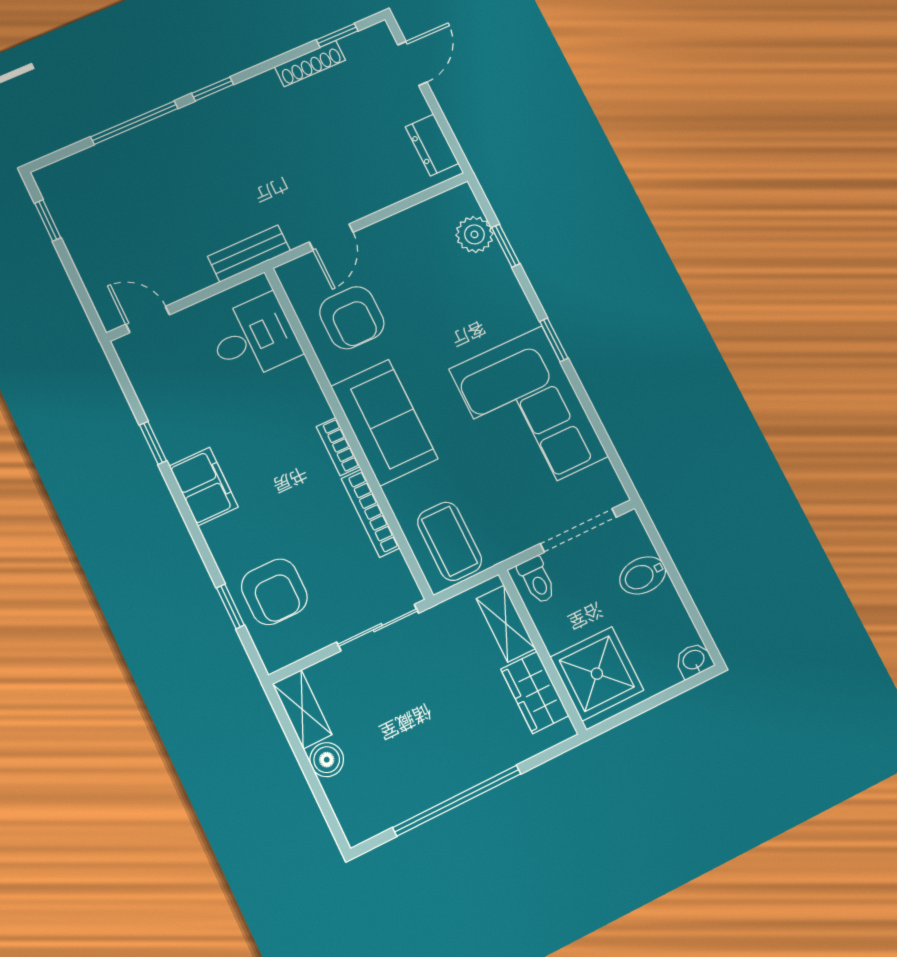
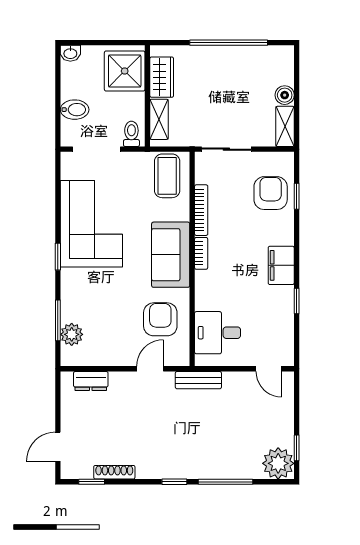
dresser: (432, 145) -> (91, 381), moved, turned 90
plant: (66, 185) -> (278, 463), added
window: (506, 246) -> (58, 320), width x1.50

